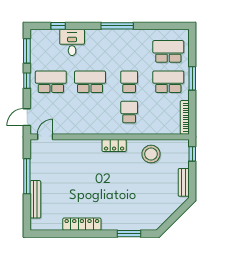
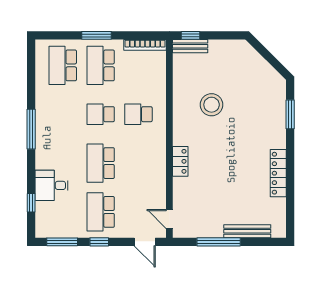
locker: (114, 146) -> (180, 161), moved
stool: (151, 154) -> (212, 105), moved
bench: (184, 182) -> (190, 46), moved

